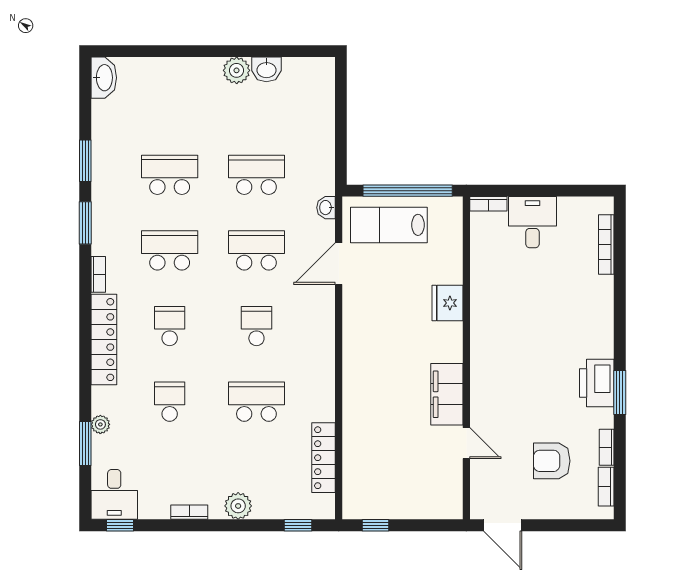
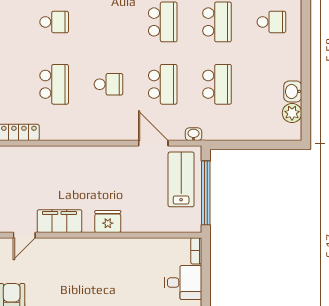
plant: (237, 70) -> (292, 113), moved
fridge: (447, 303) -> (108, 221), moved
school desk: (170, 326) -> (271, 22), moved

